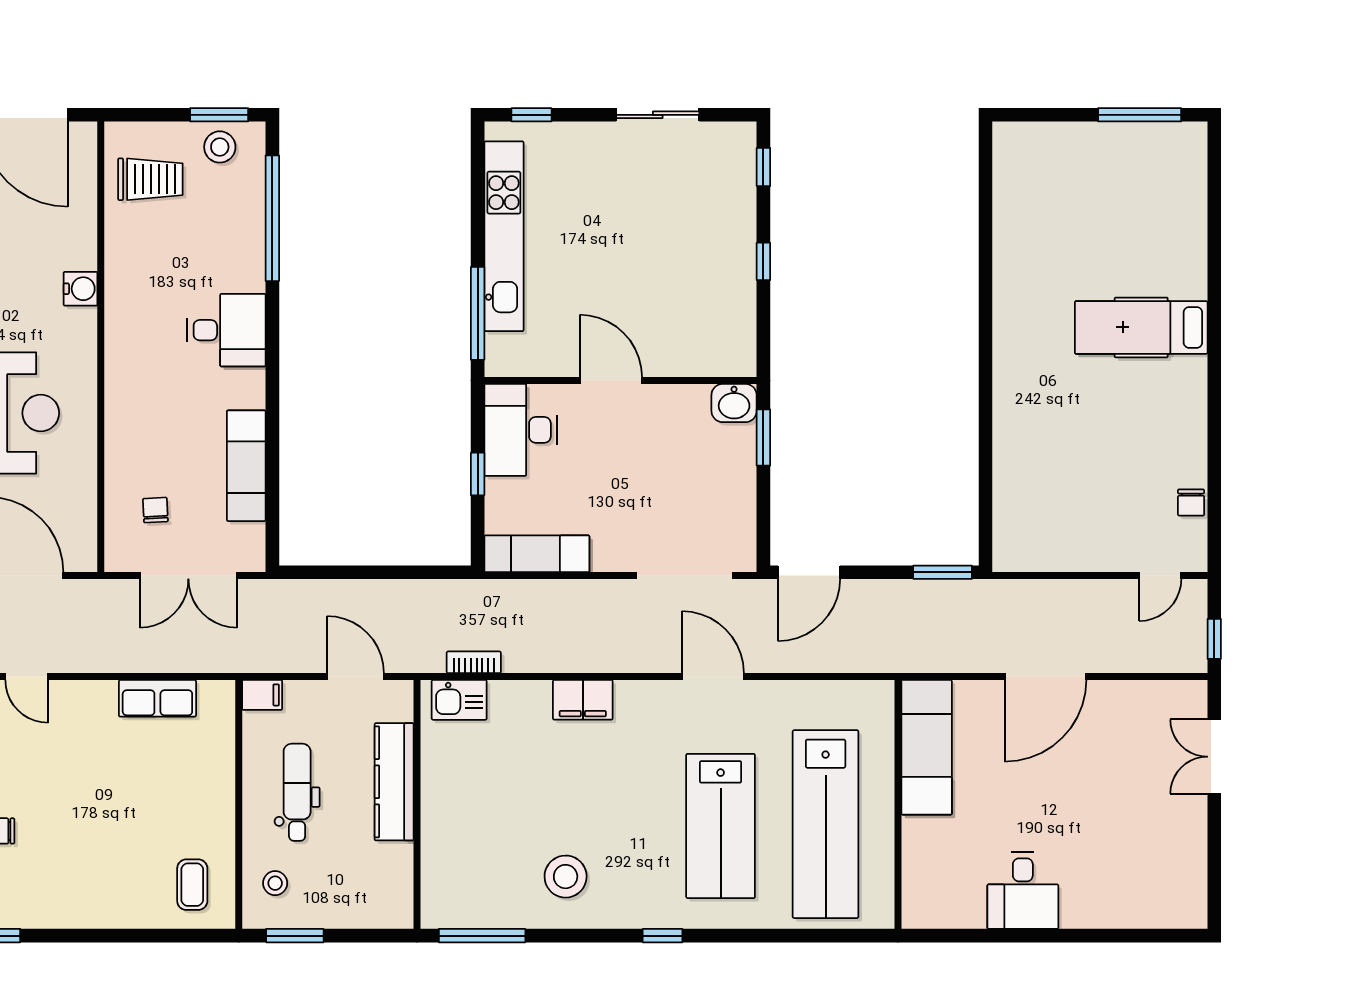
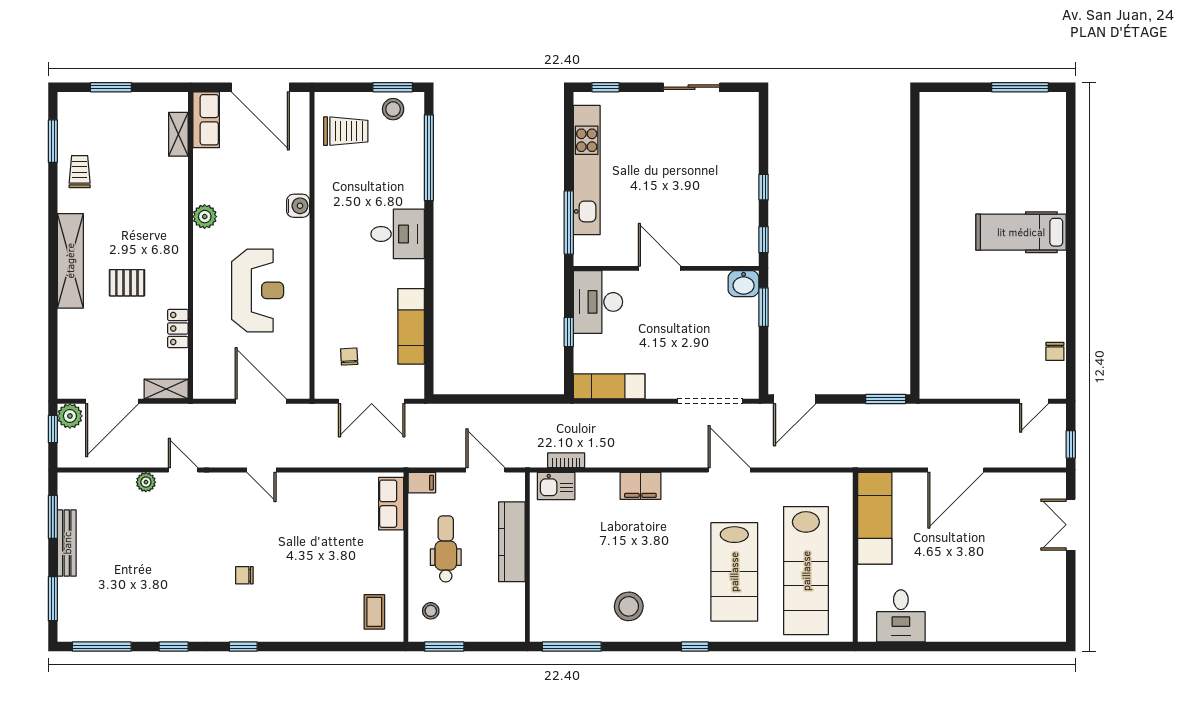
window: (763, 167) -> (764, 240), moved
row of seats: (157, 698) -> (391, 504), moved, turned 90
desk: (1023, 891) -> (901, 616), moved

